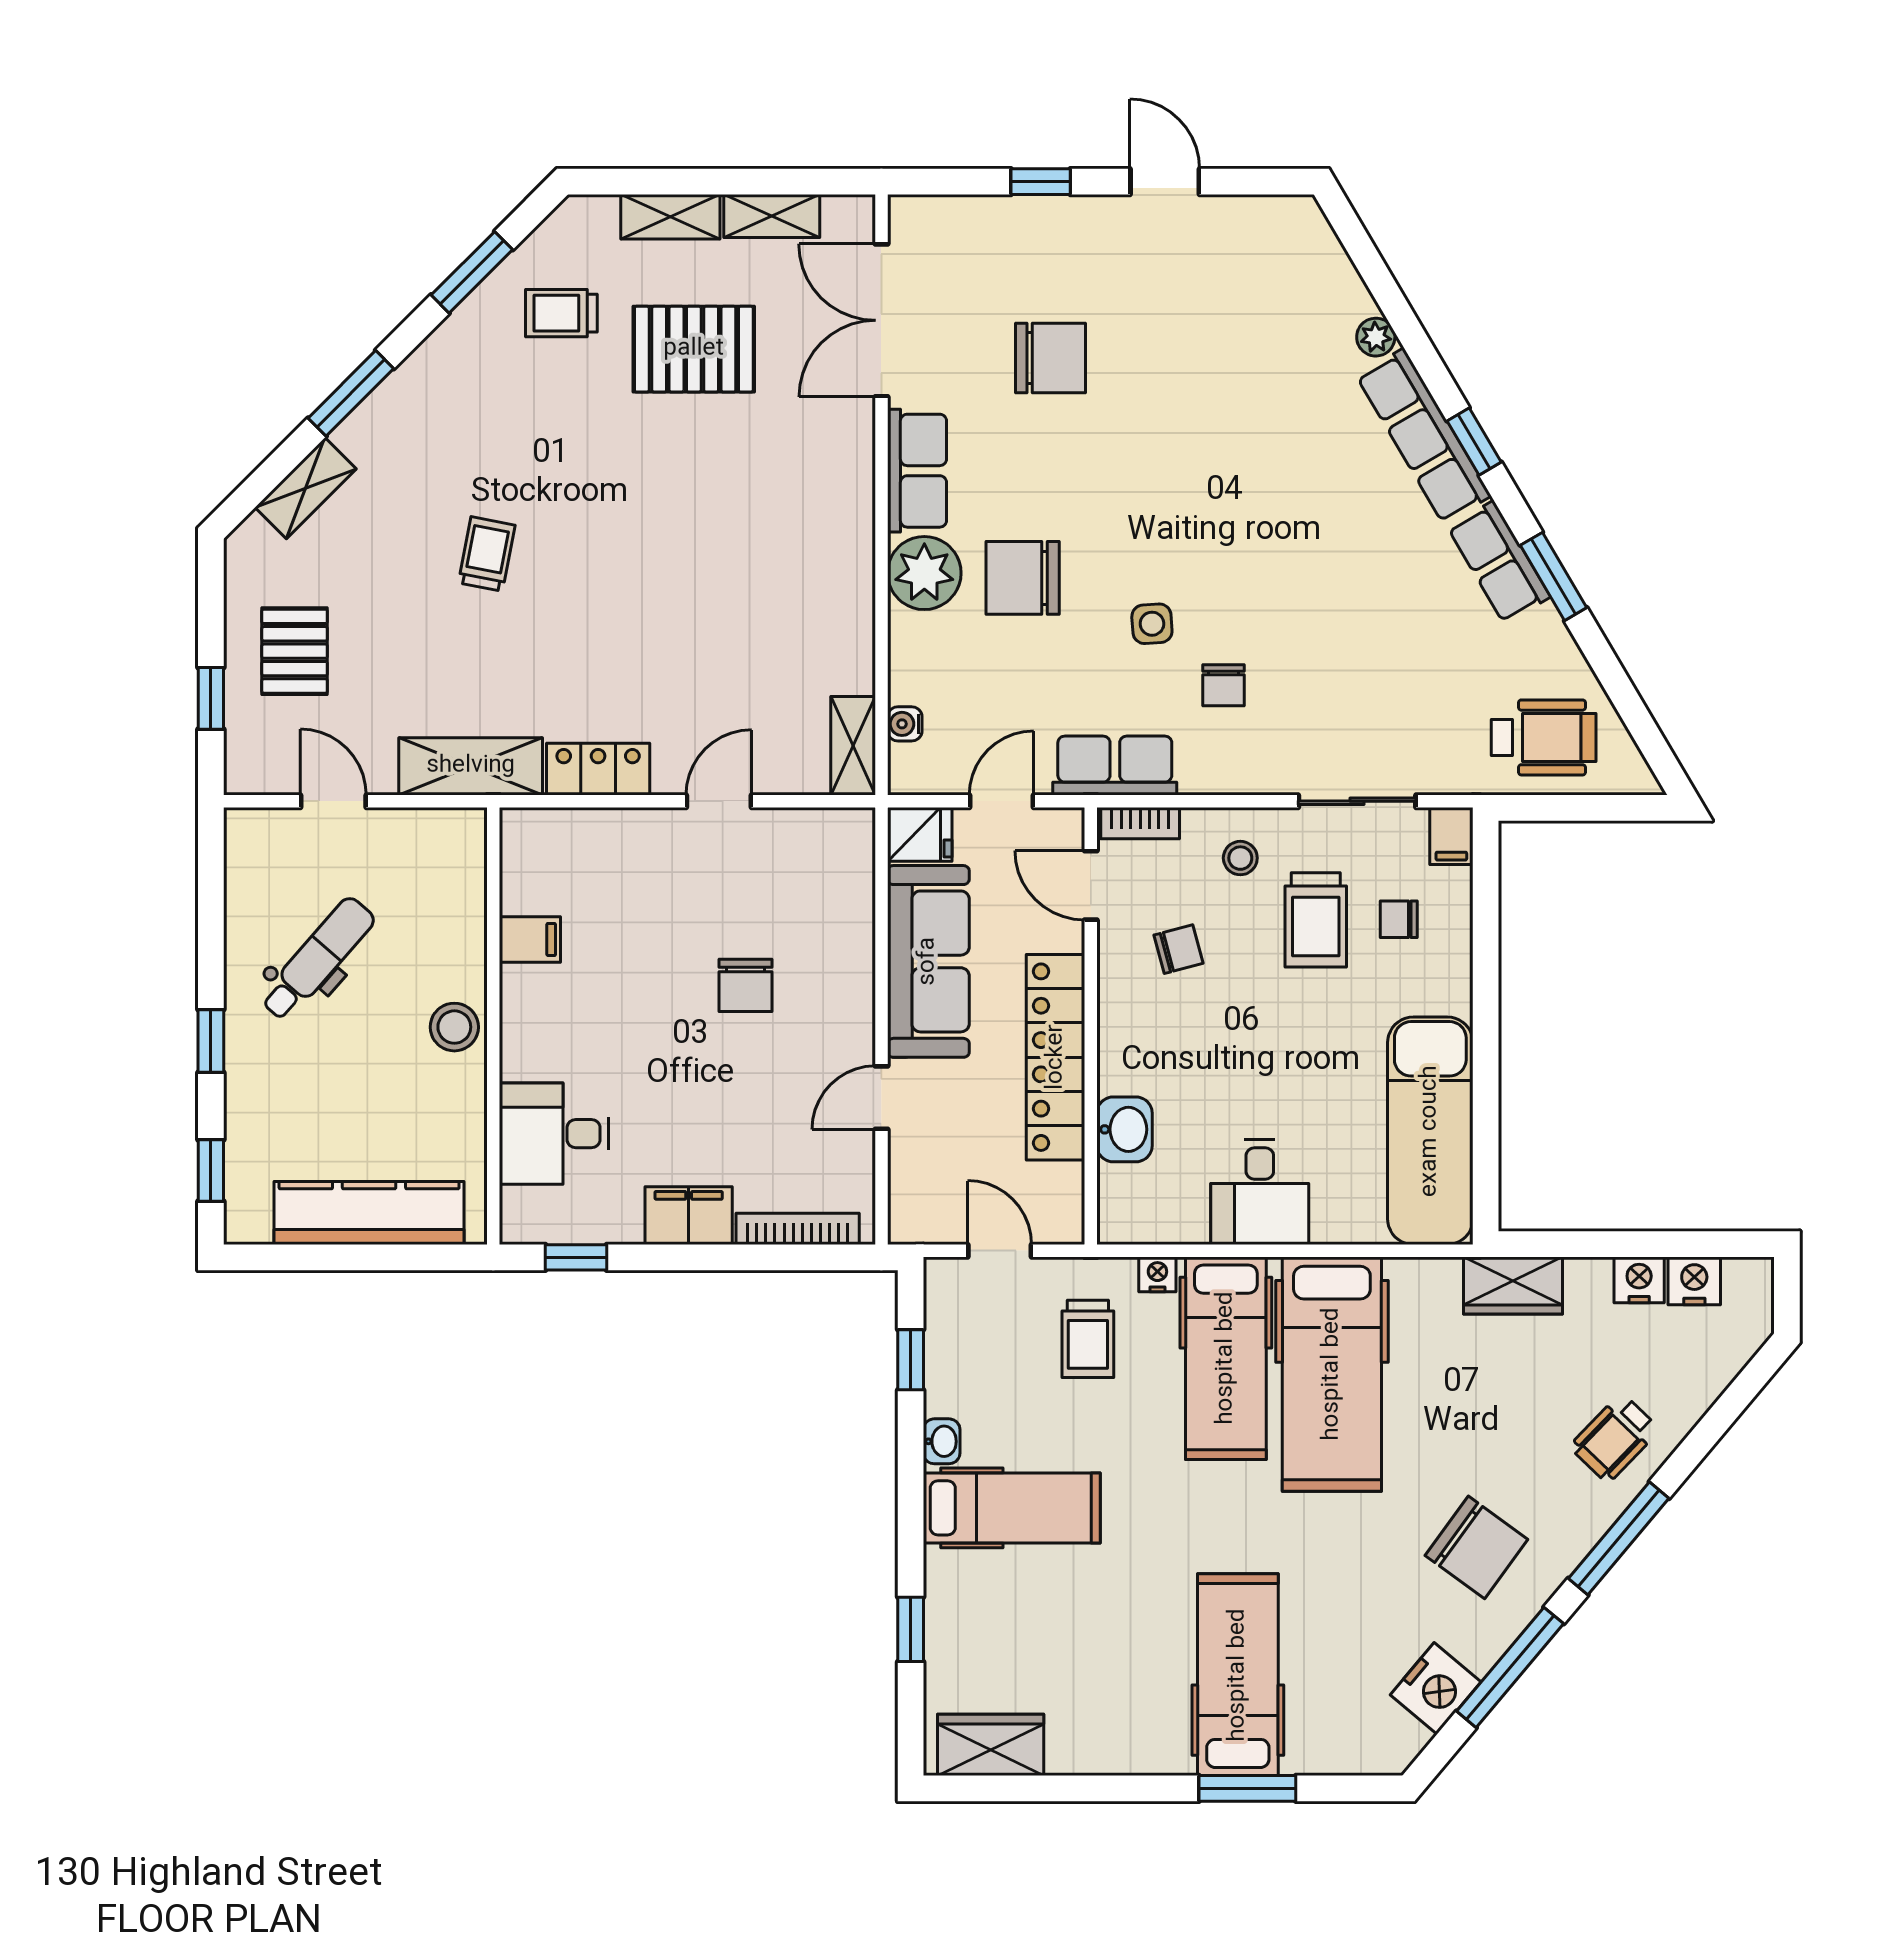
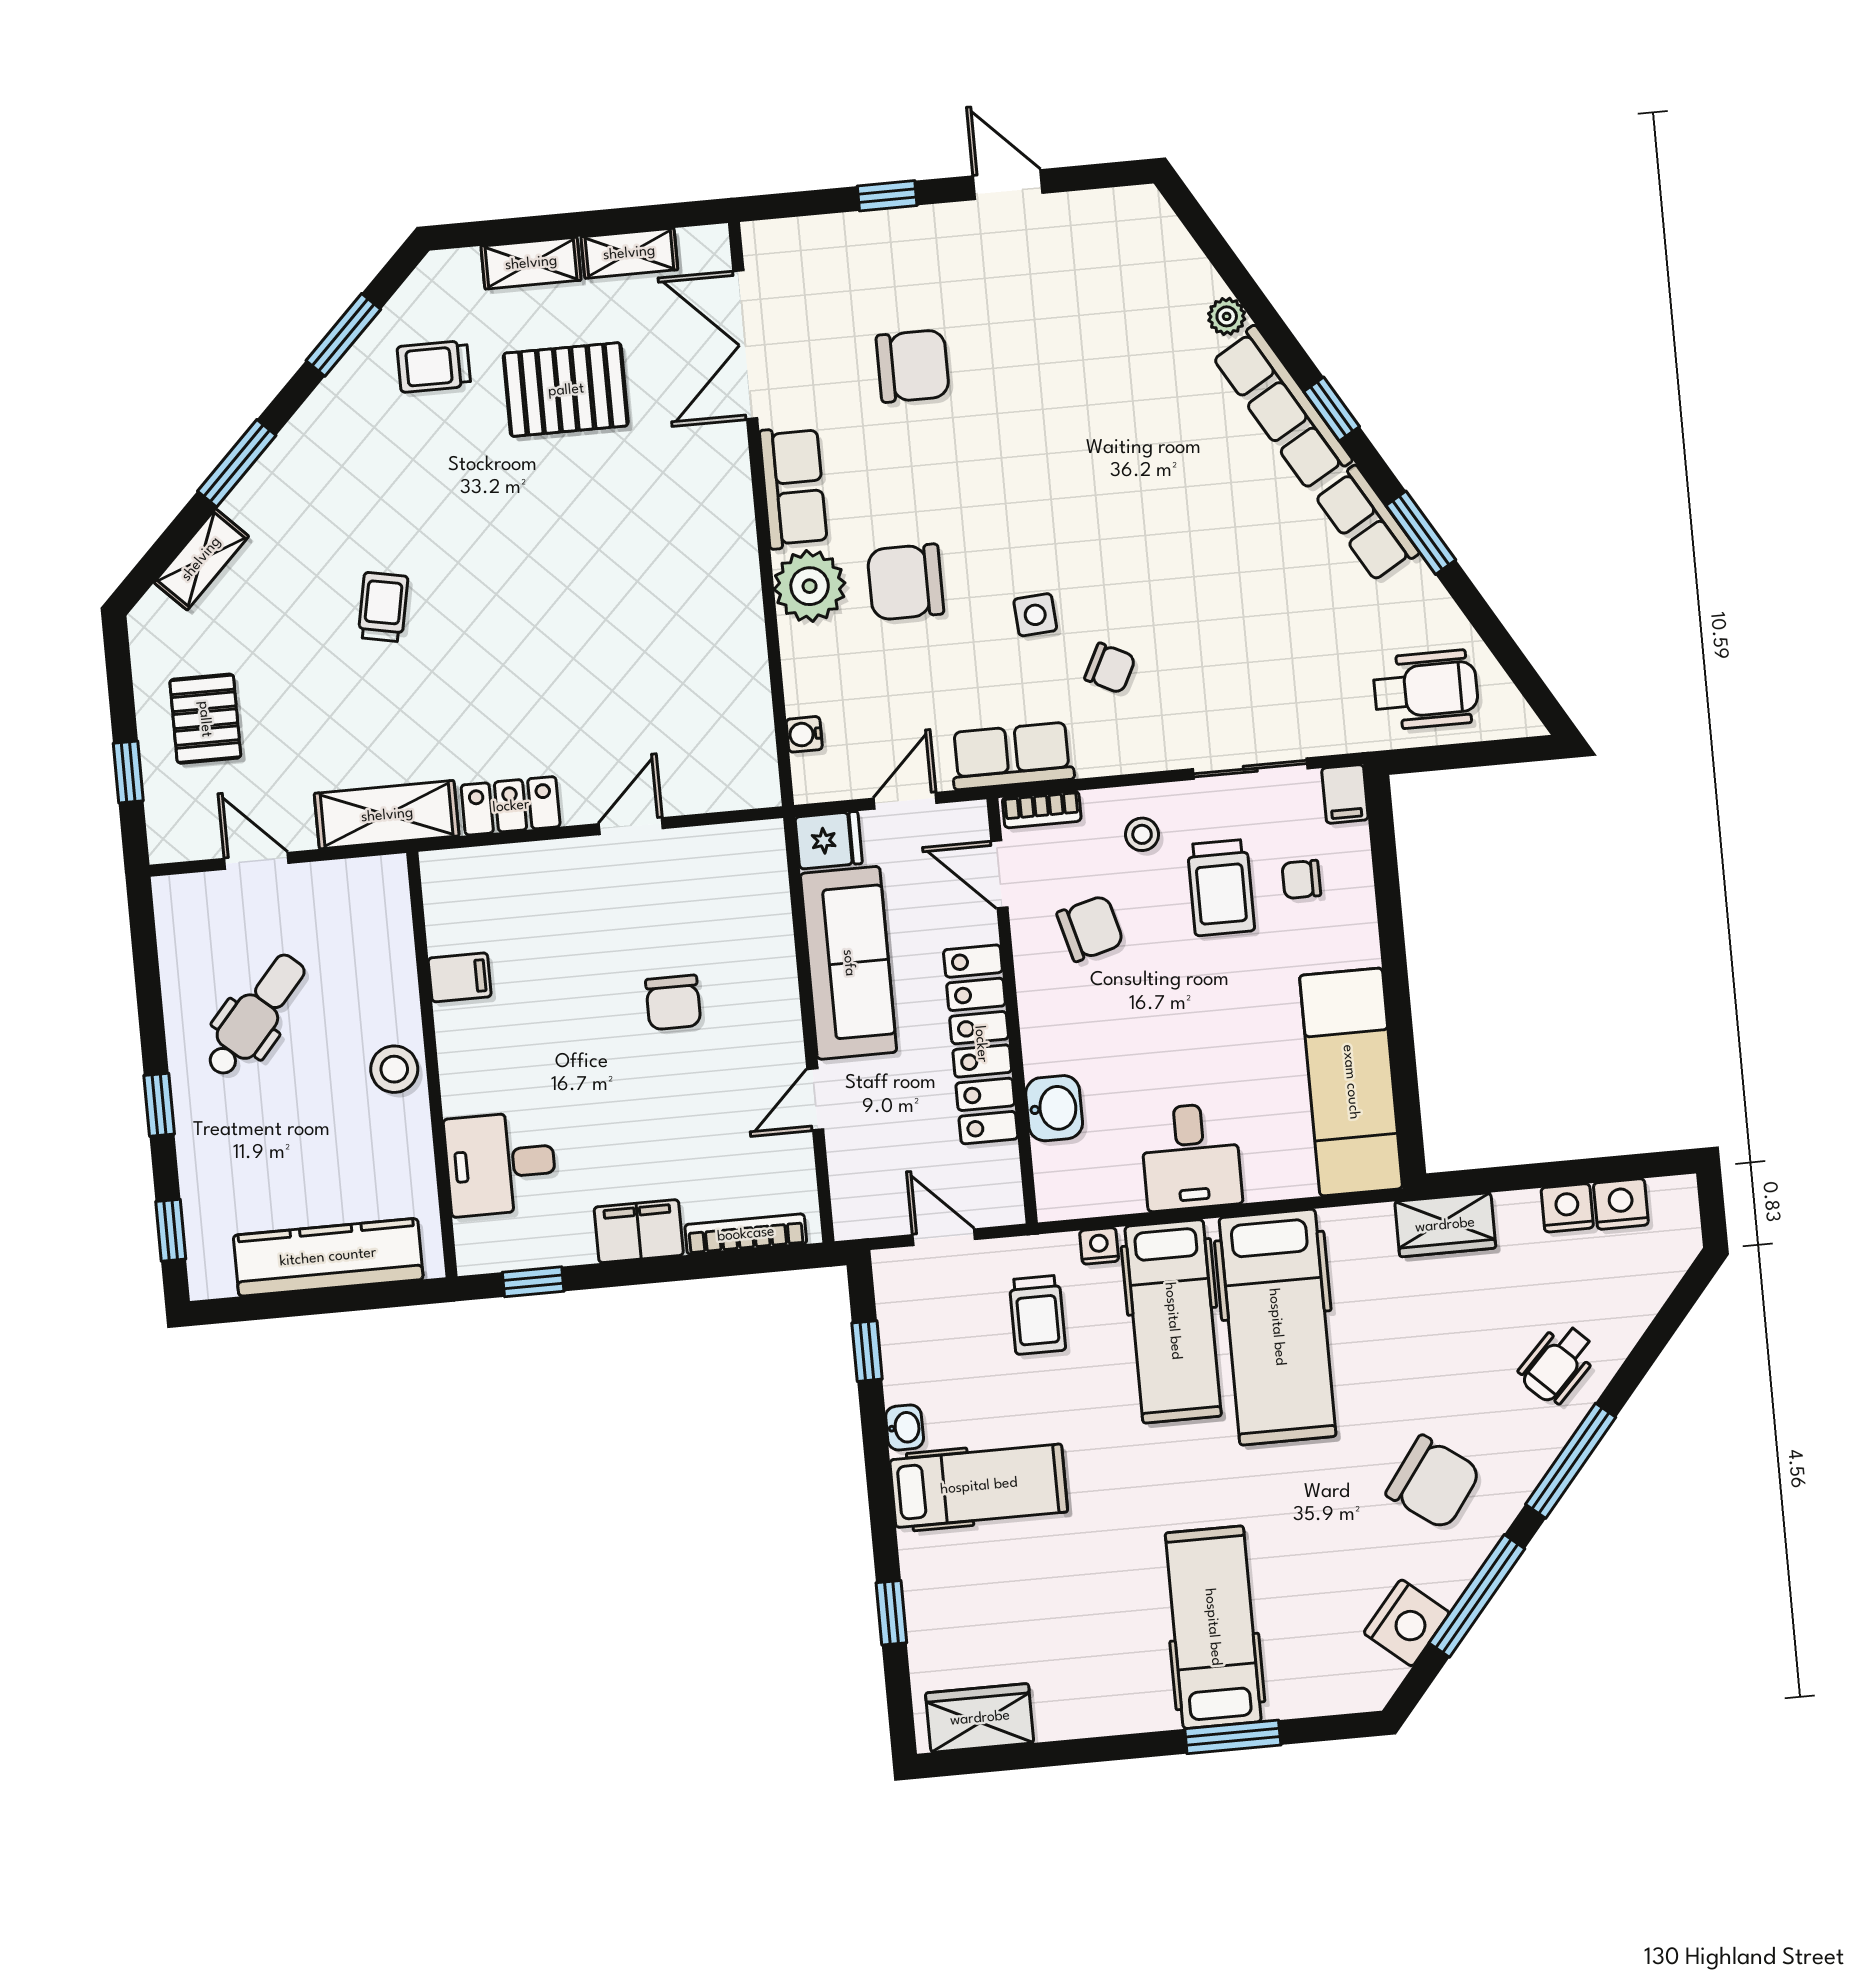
chair: (1223, 685) -> (1110, 668), turned -63
shelving: (853, 746) -> (756, 760), removed
chair: (1179, 949) -> (1090, 928), width x1.37, depth x1.37

